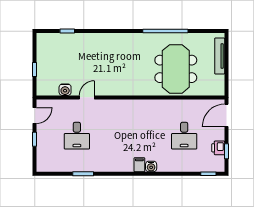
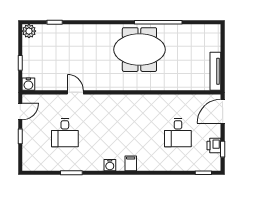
plant: (43, 39) -> (29, 31), added
tv unit: (220, 56) -> (215, 71), moved
meeting table: (176, 69) -> (139, 50), moved, turned 90
water cooler: (65, 90) -> (28, 84), moved
door: (87, 97) -> (75, 92), hinge flipped
water cooler: (151, 166) -> (110, 165), moved

